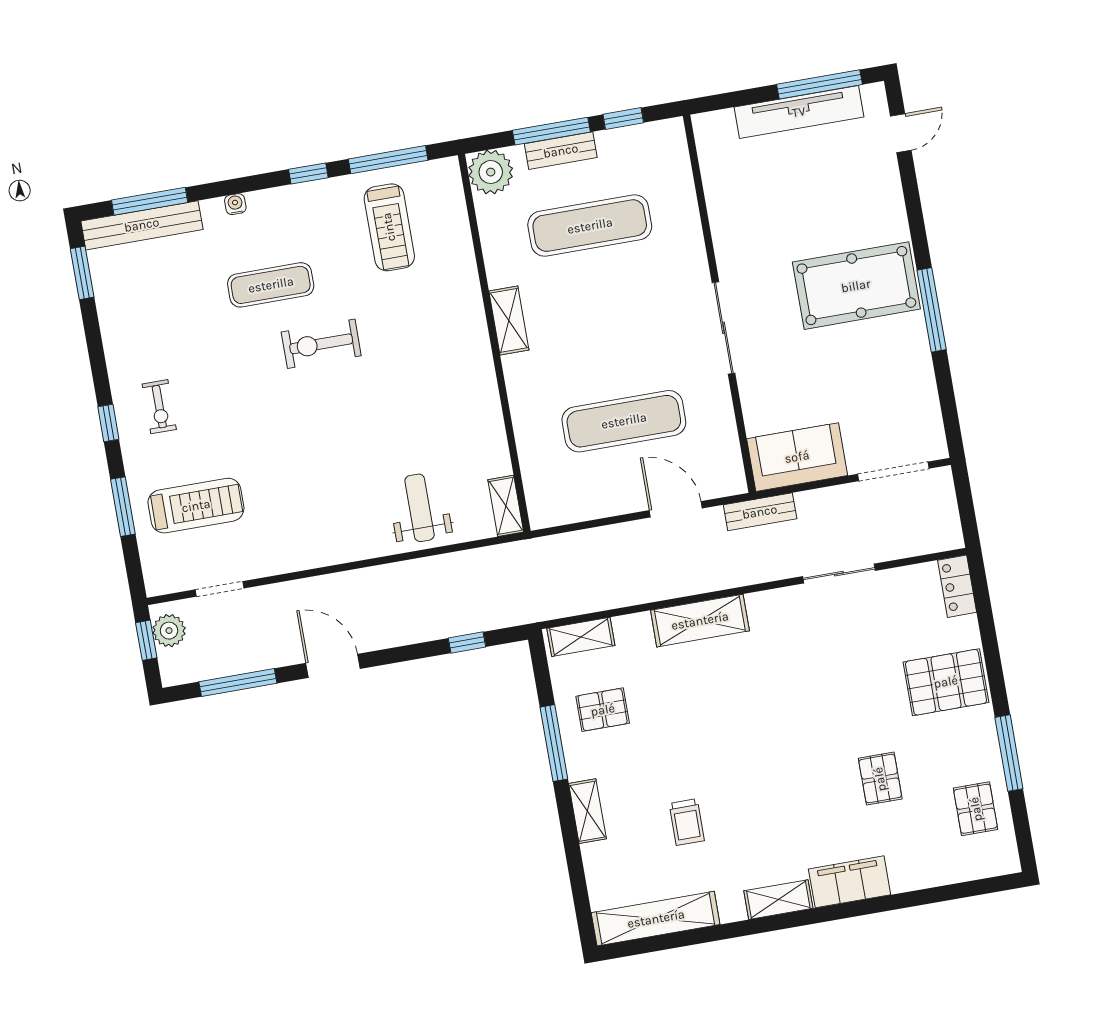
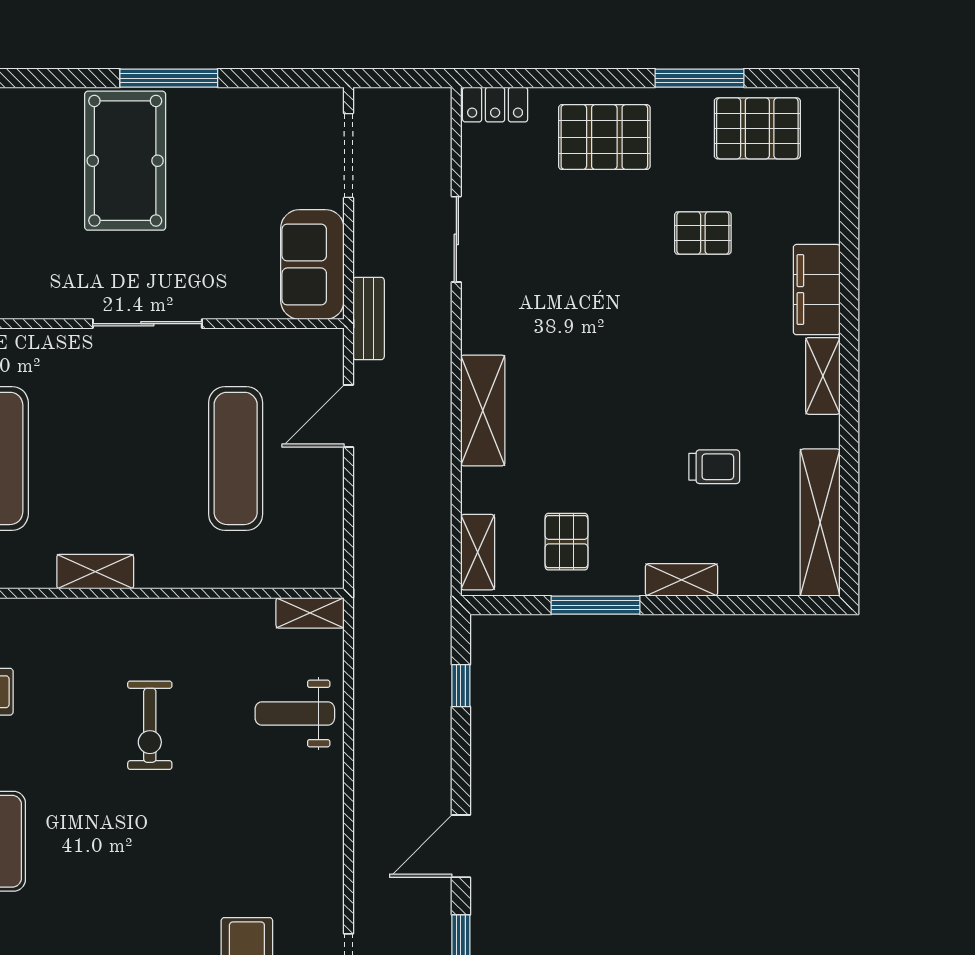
exercise bike: (321, 344) -> (150, 725), moved
pallet: (946, 682) -> (604, 137), turned 90
pallet: (976, 809) -> (757, 128), width x1.50, depth x1.42

